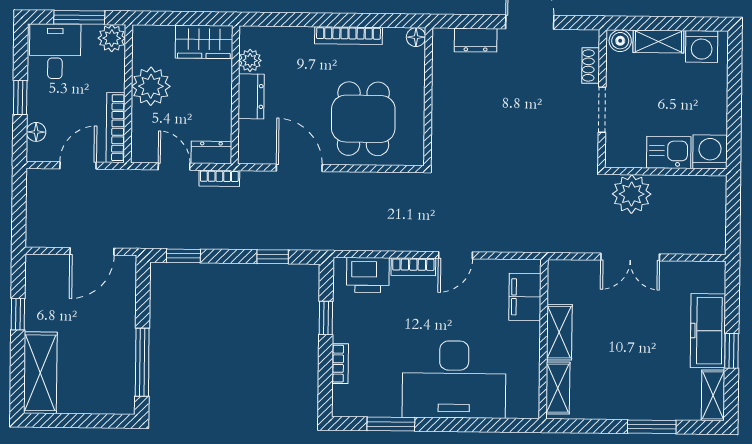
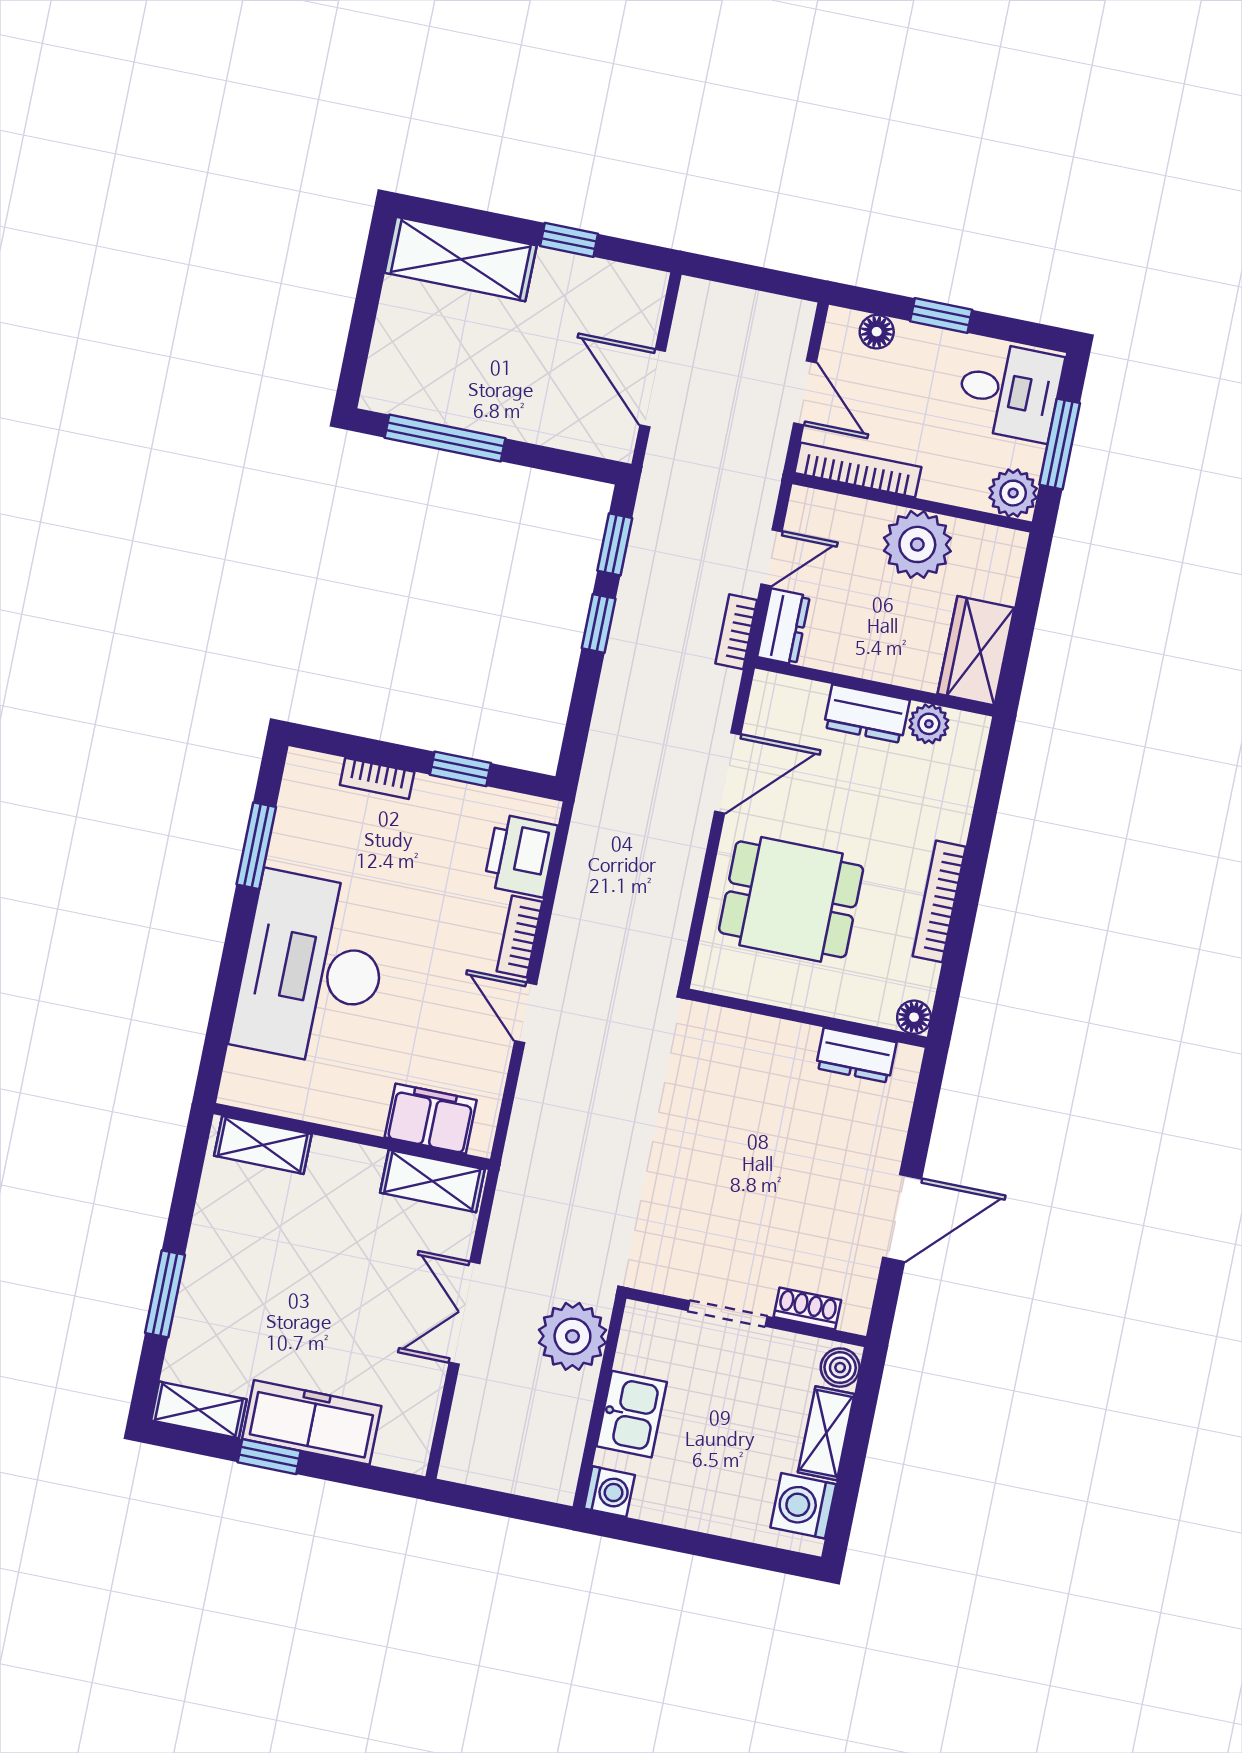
dresser: (476, 40) -> (856, 1055), moved, turned -90
washing machine: (710, 152) -> (609, 1492), width x0.73, depth x0.73
window: (273, 257) -> (599, 623), moved
shelving: (559, 332) -> (432, 1181), moved

